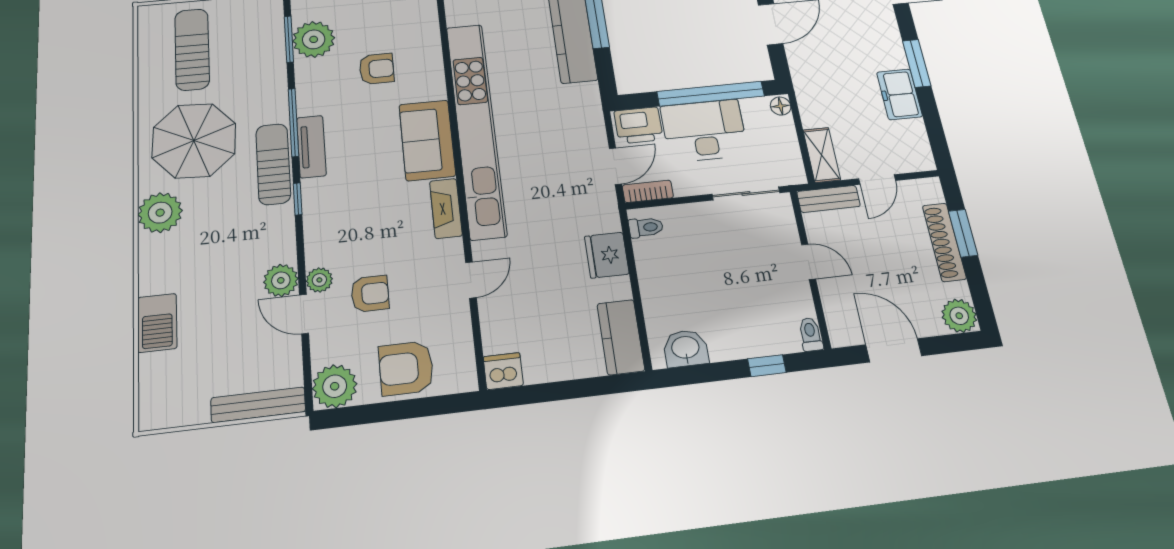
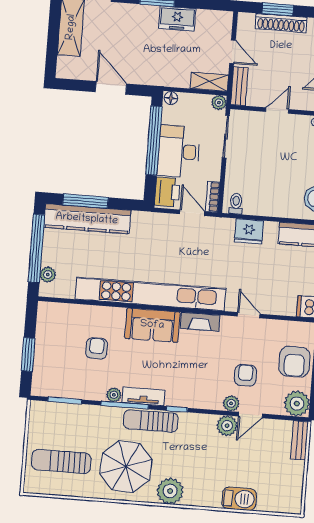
plant: (314, 39) -> (114, 395), moved, width x0.53, depth x0.53
plant: (795, 174) -> (219, 103), added
bench: (258, 405) -> (299, 440), width x0.73

